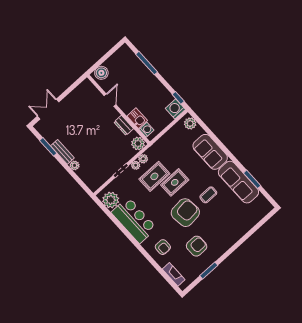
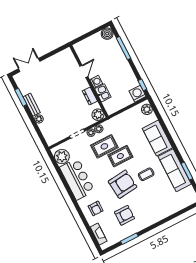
boiler: (101, 73) -> (107, 34), moved
washing machine: (147, 130) -> (96, 82), moved

